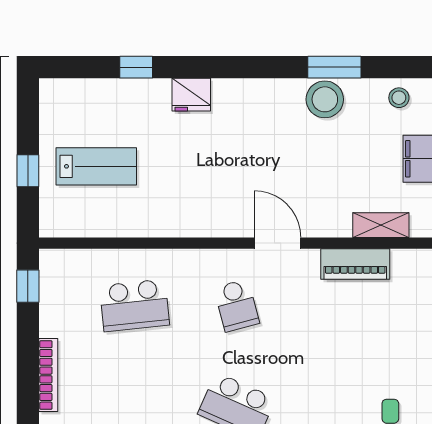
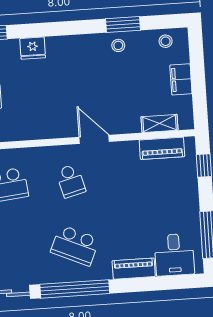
stool: (325, 99) -> (118, 45), width x0.53, depth x0.53
piano: (355, 264) -> (162, 148), moved

